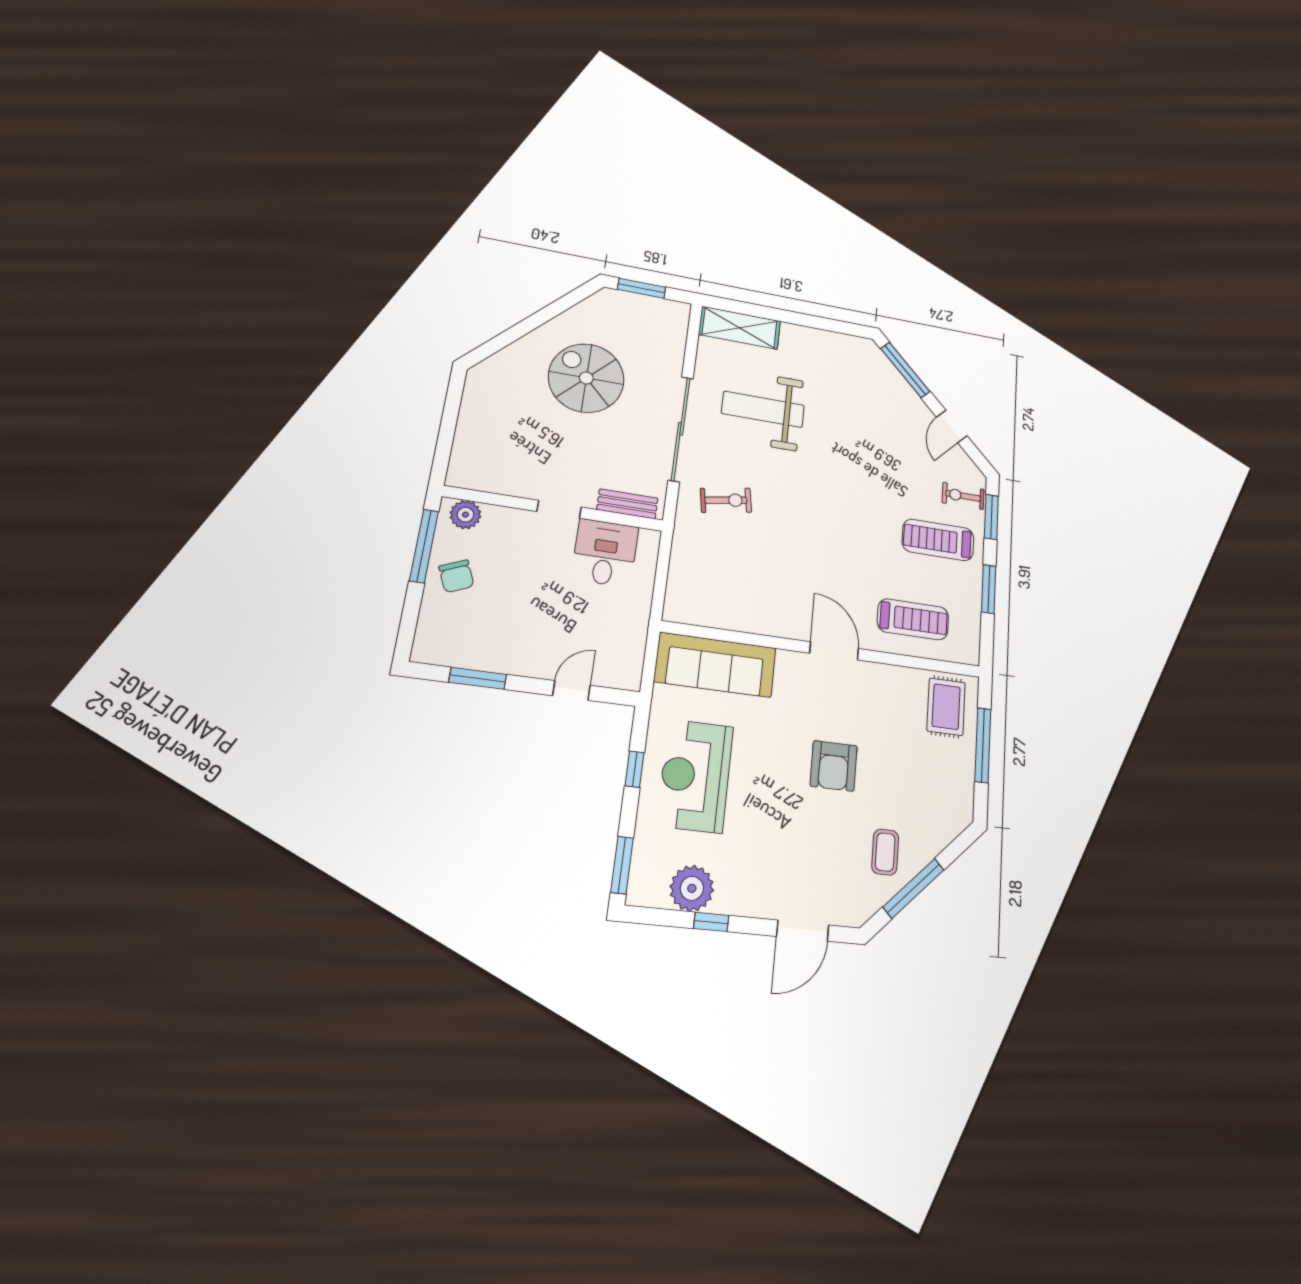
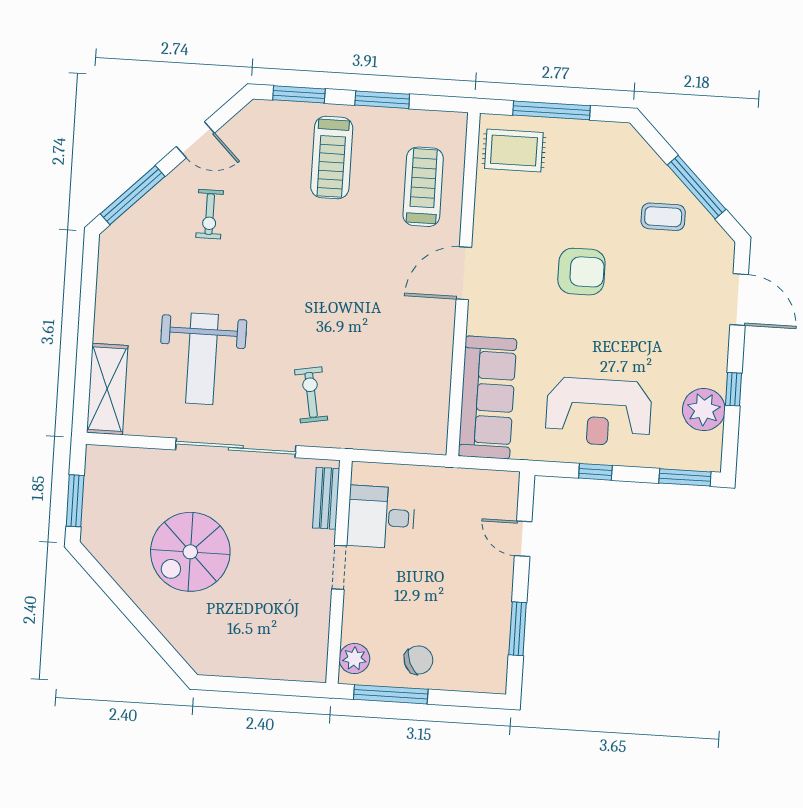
exercise bike: (963, 496) -> (210, 214), moved

